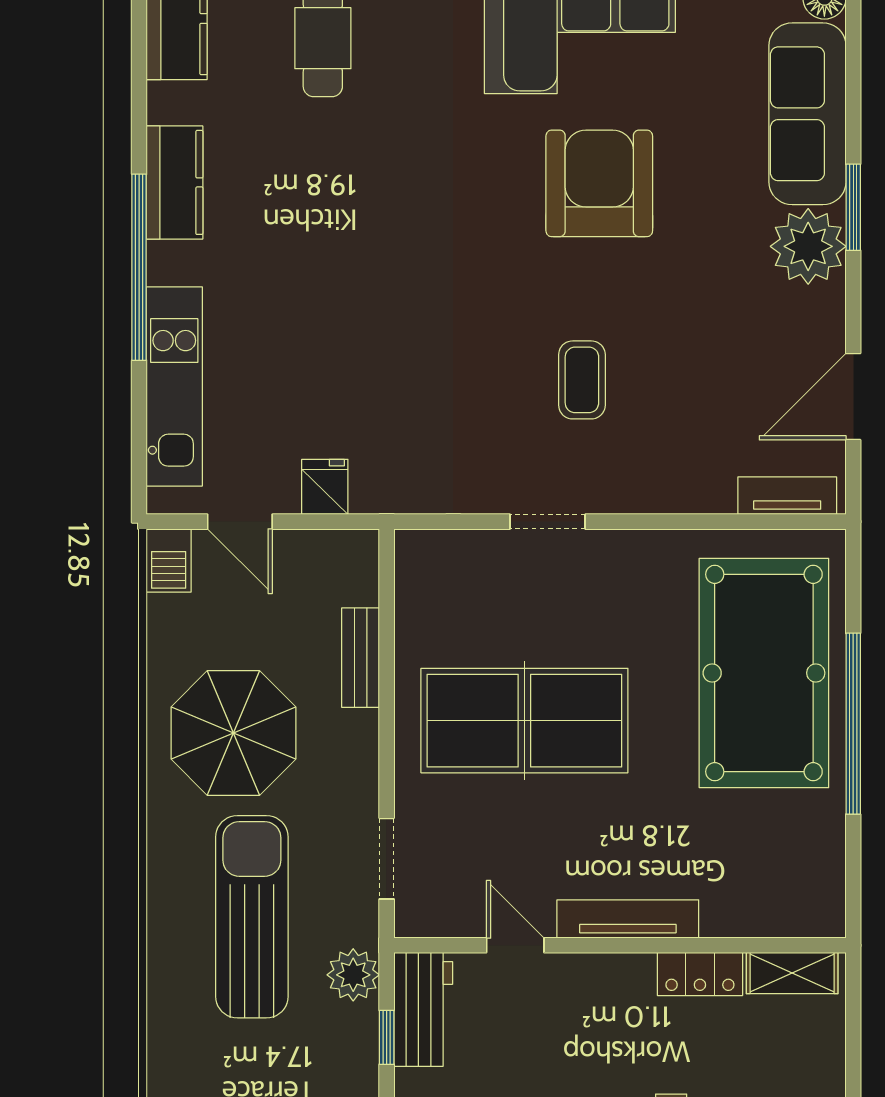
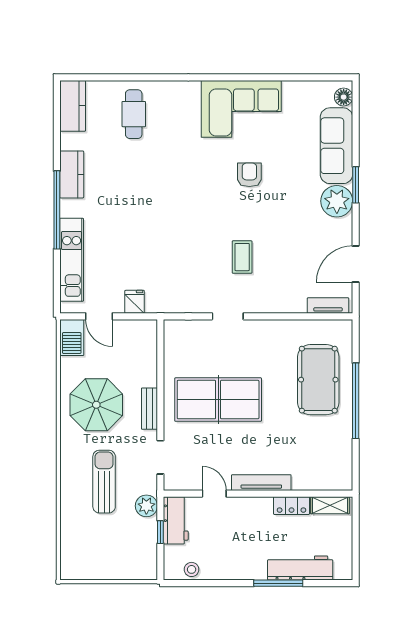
armchair: (599, 183) -> (249, 175), width x0.53, depth x0.53
barbecue: (169, 560) -> (72, 338), width x1.38, depth x1.27
bench: (361, 658) -> (149, 409), moved
pool table: (764, 673) -> (318, 380), width x0.73, depth x0.76
sun lounger: (252, 917) -> (104, 482), width x0.73, depth x0.75

